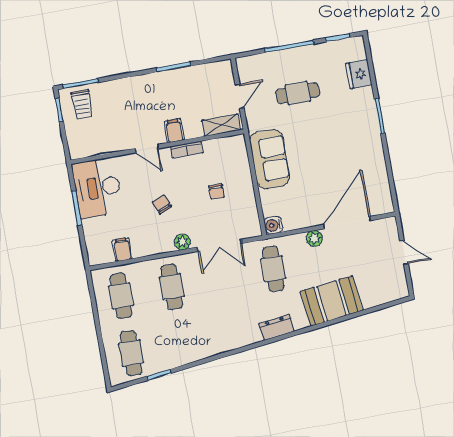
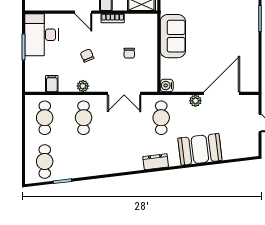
plant: (182, 242) -> (83, 86), moved

